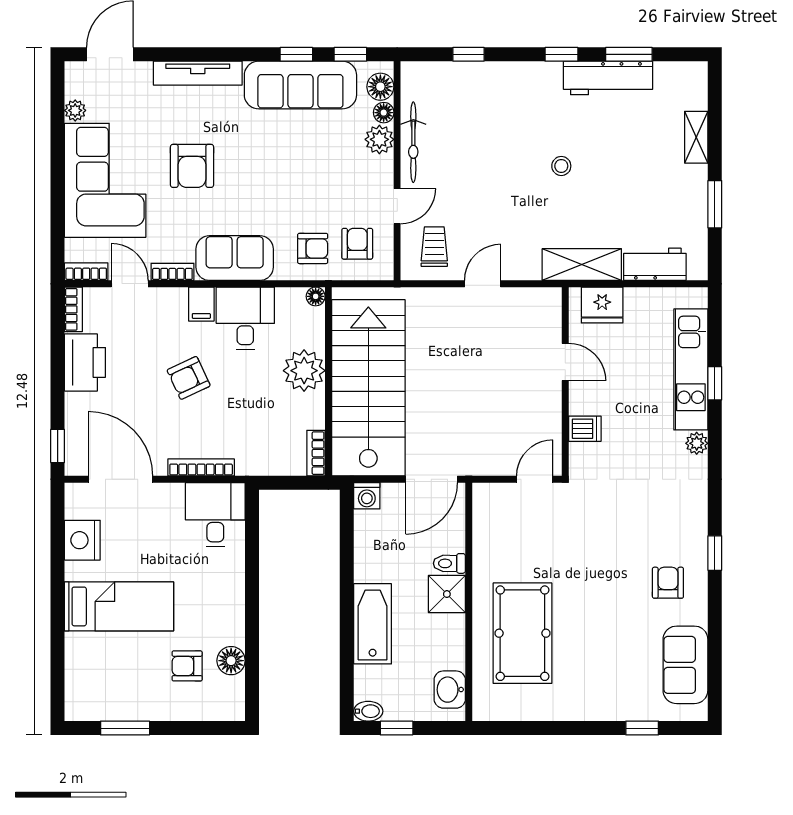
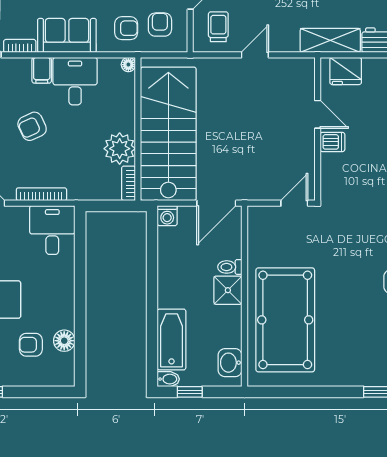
plant: (304, 371) -> (120, 149), moved
dishwasher: (585, 429) -> (332, 142), moved
bathtub: (373, 624) -> (172, 339), moved
pool table: (522, 633) -> (285, 320), width x1.36, depth x1.32

